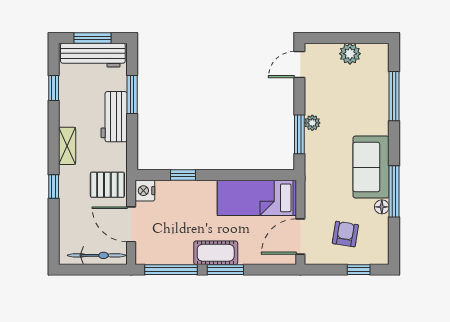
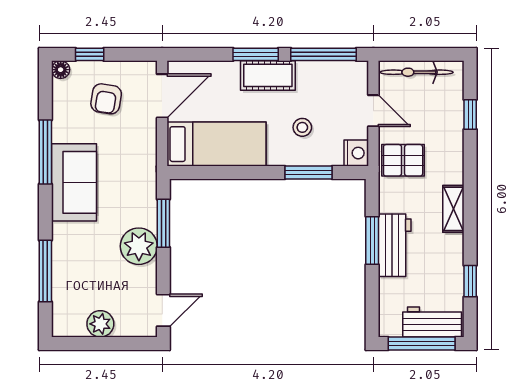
window: (92, 38) -> (422, 343), width x1.44
workbench: (93, 55) -> (432, 322), width x0.73
window: (132, 95) -> (372, 241), moved
plant: (312, 123) -> (139, 246), width x1.88, depth x1.88
window: (183, 175) -> (309, 173), width x1.50
window: (54, 187) -> (470, 114), moved
floor lamp: (382, 207) -> (61, 70), moved
stool: (188, 211) -> (302, 127), added
door: (131, 224) -> (373, 111), width x0.73

